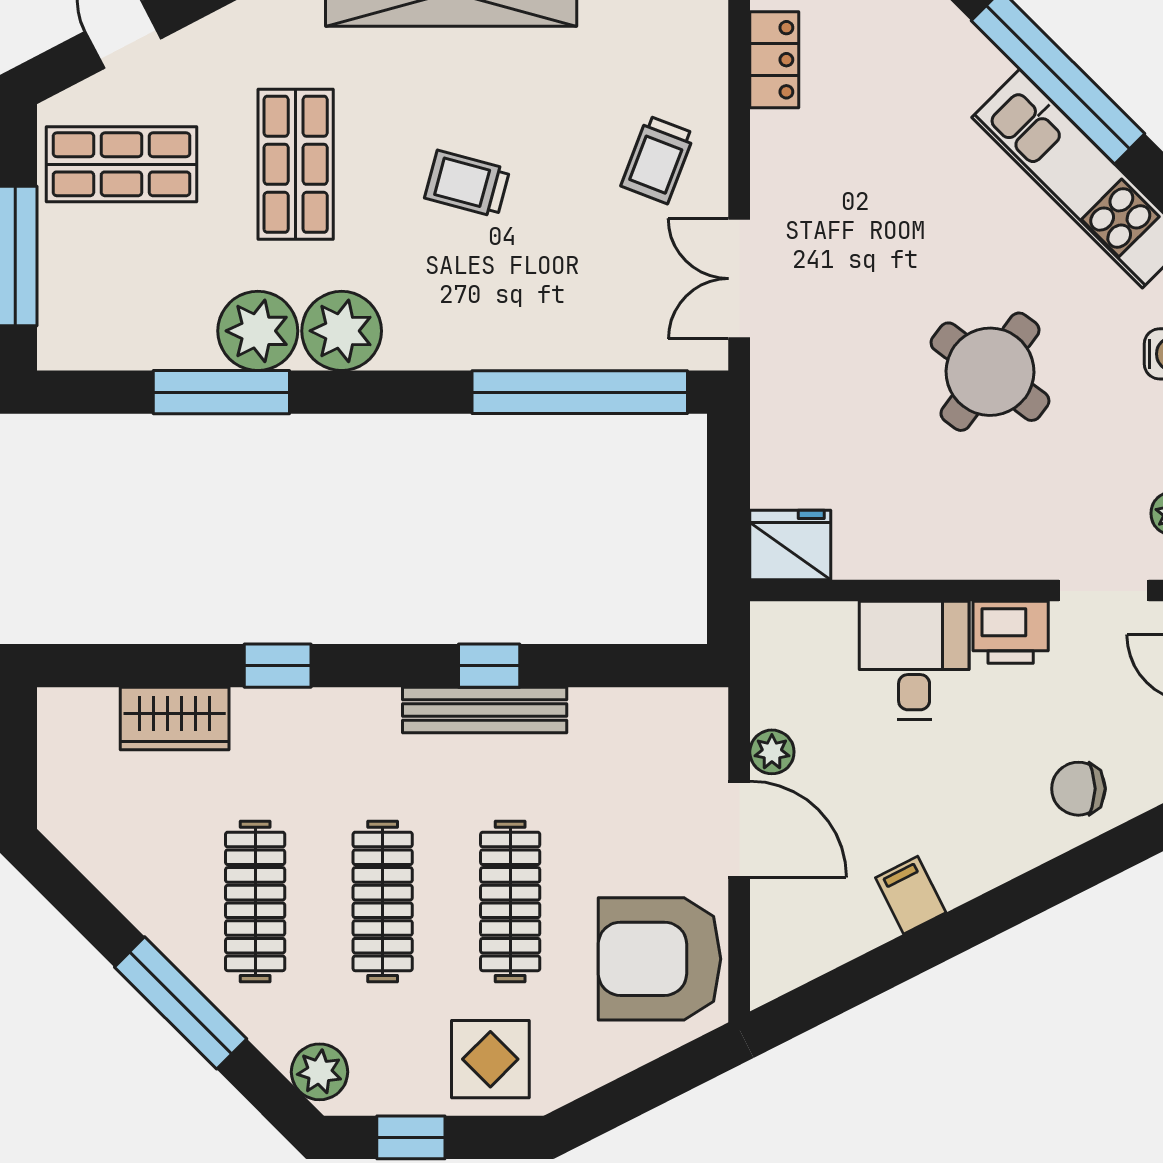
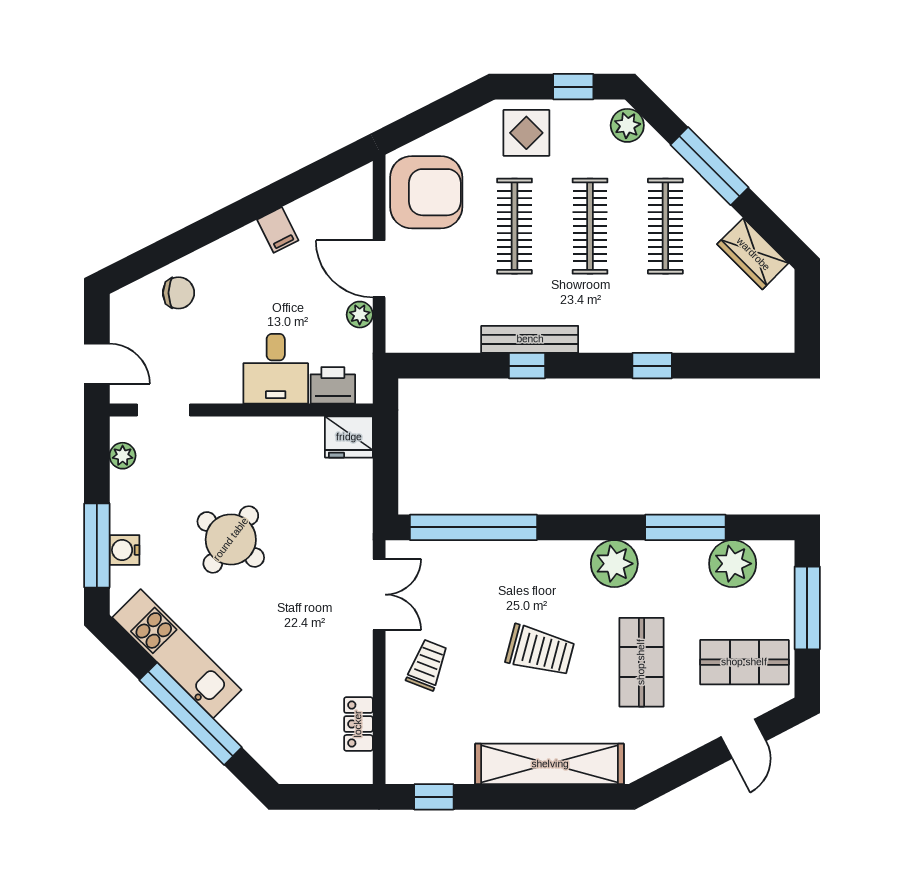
trolley: (467, 184) -> (540, 651), width x1.36, depth x1.39
plant: (258, 331) -> (733, 564), moved
printer: (1011, 632) -> (333, 385), moved
wardrobe: (175, 718) -> (753, 254), moved, turned -135

